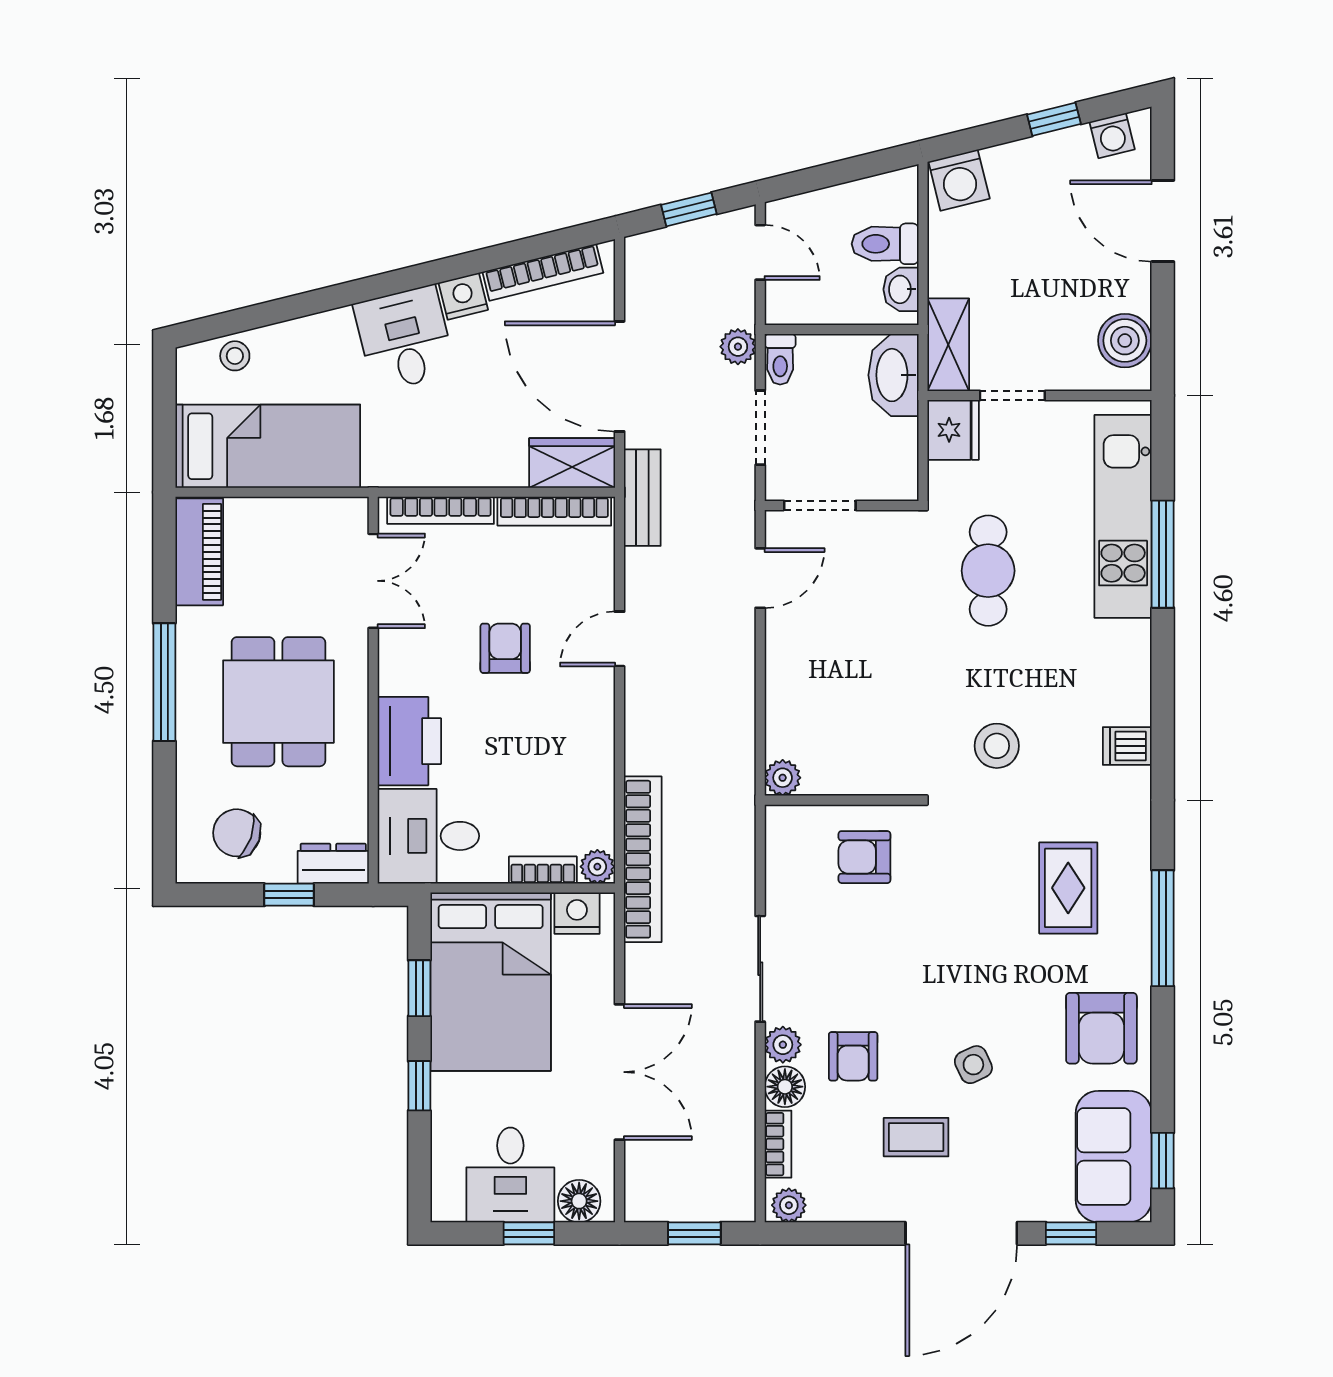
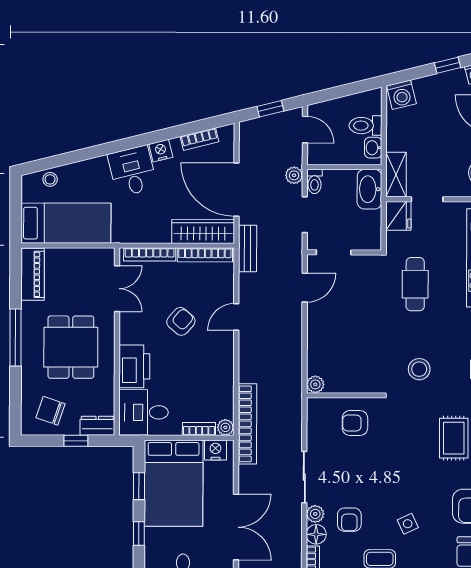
bookcase: (543, 272) -> (199, 139), width x0.64
wardrobe: (572, 463) -> (203, 232), width x1.50
armchair: (505, 648) -> (181, 321), turned 41

